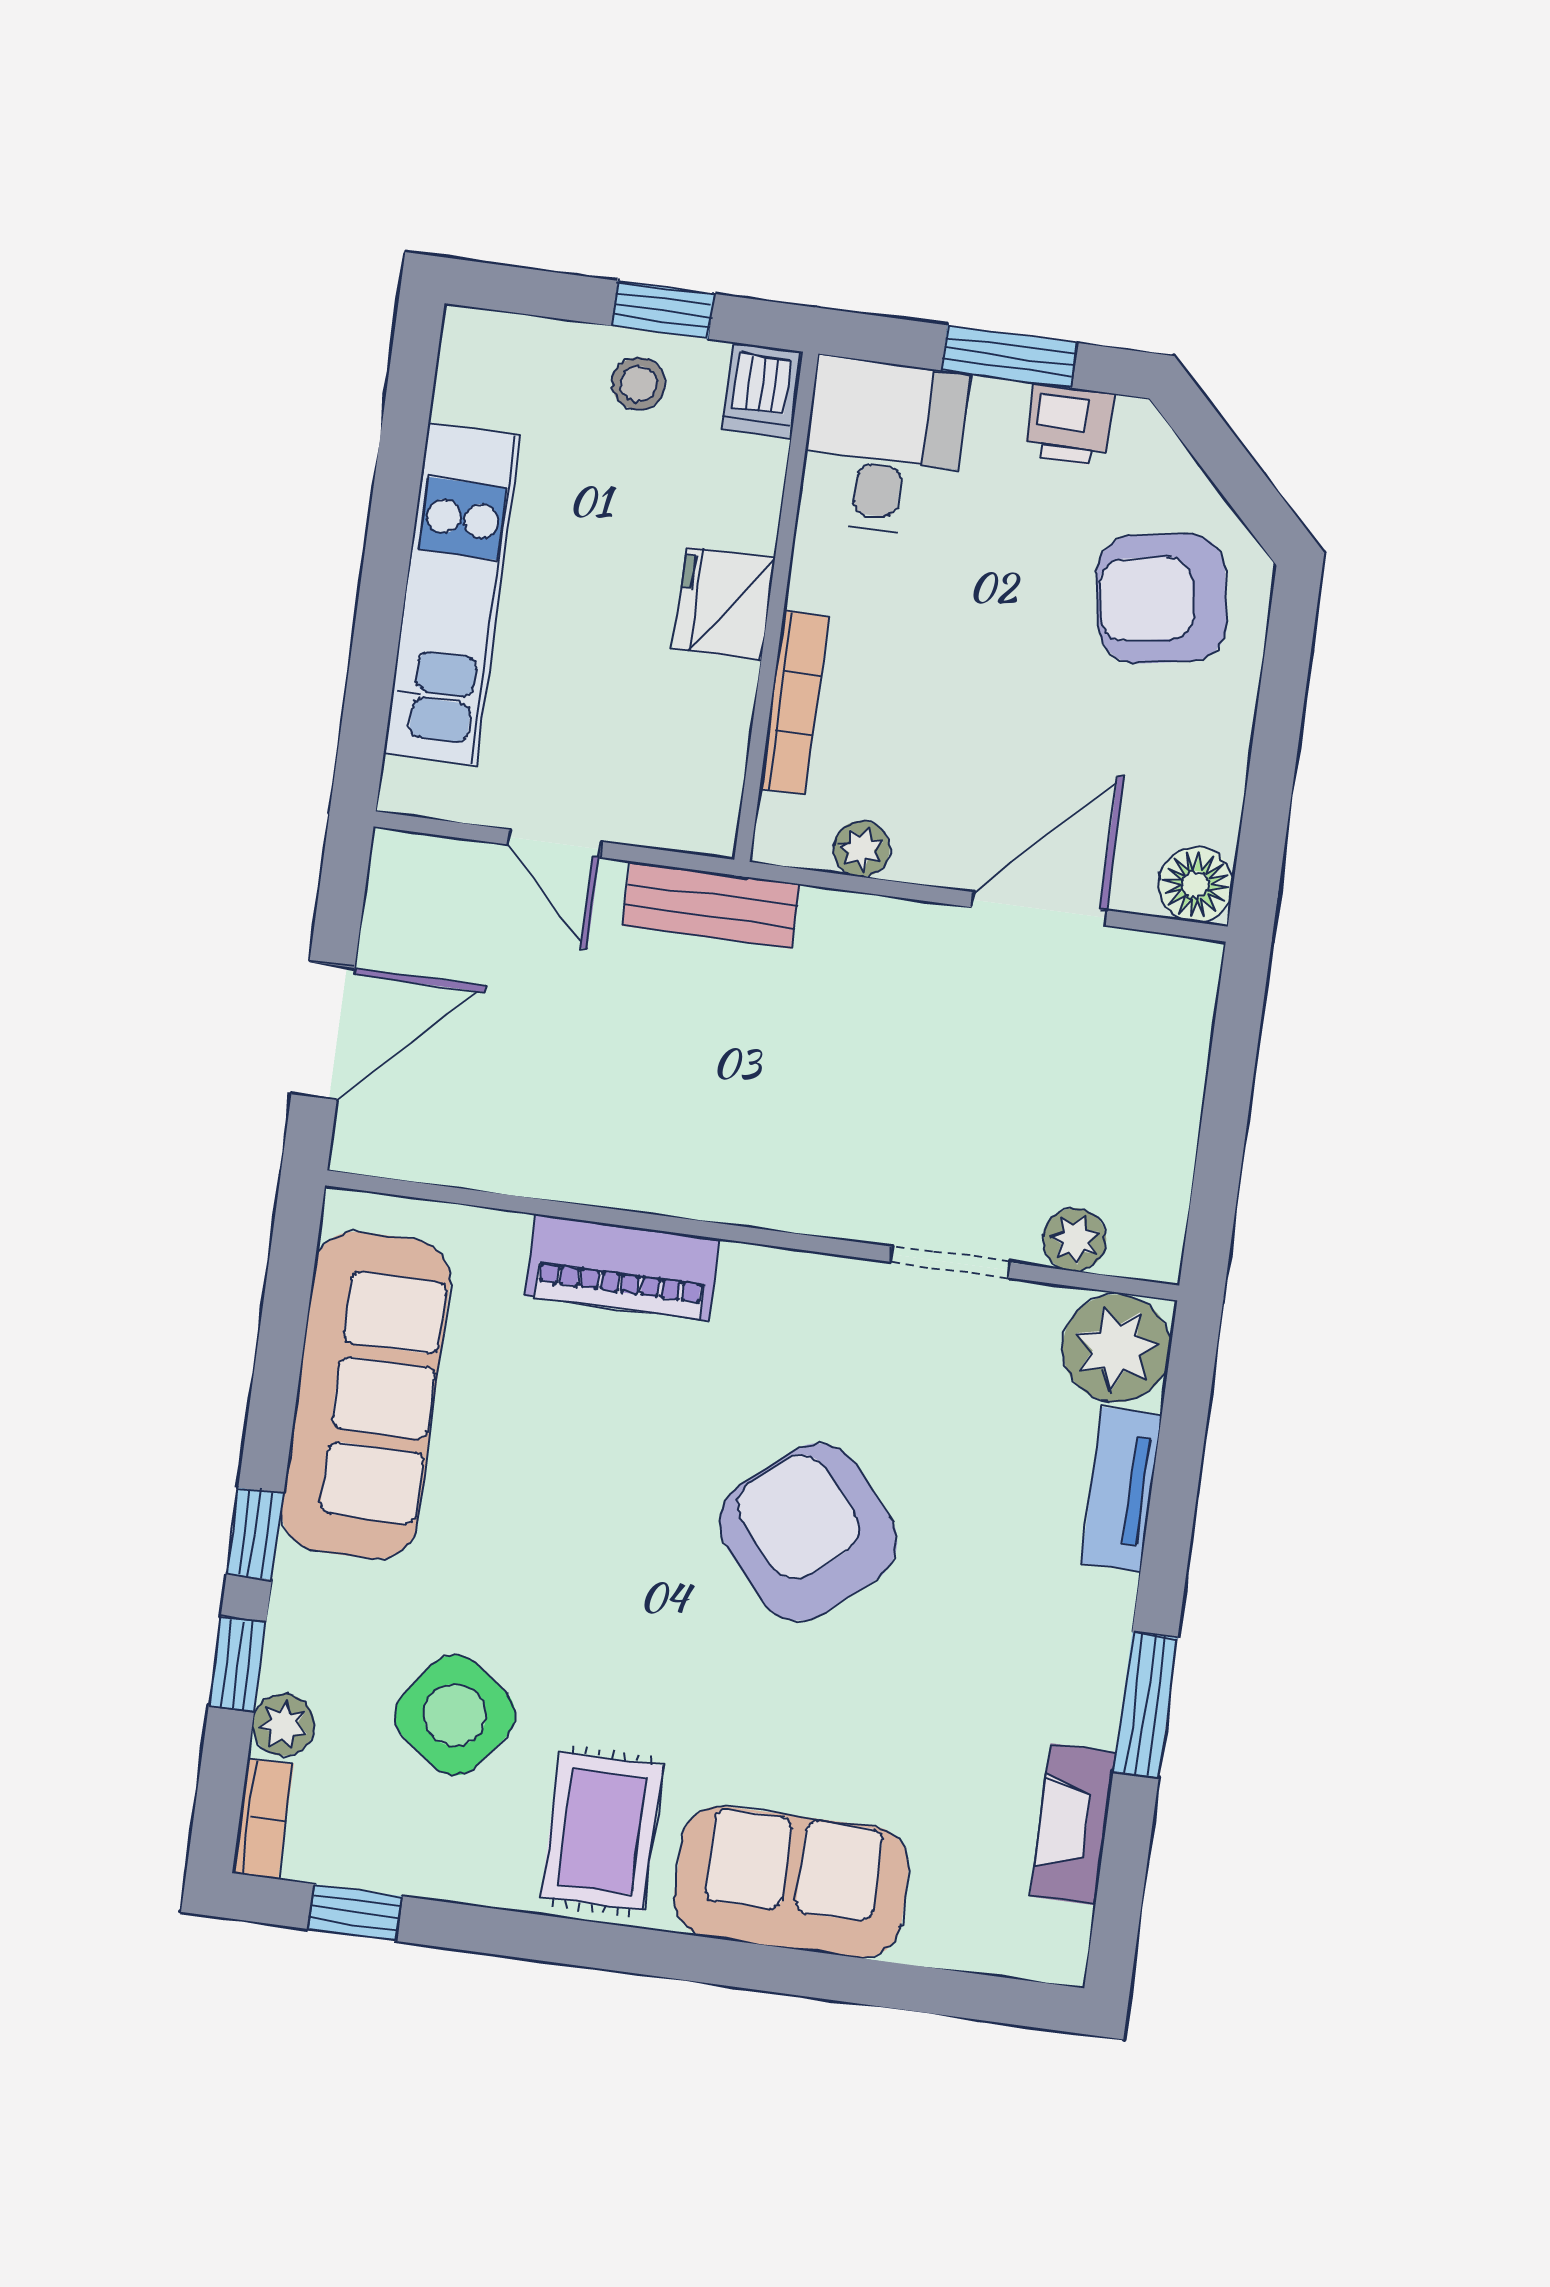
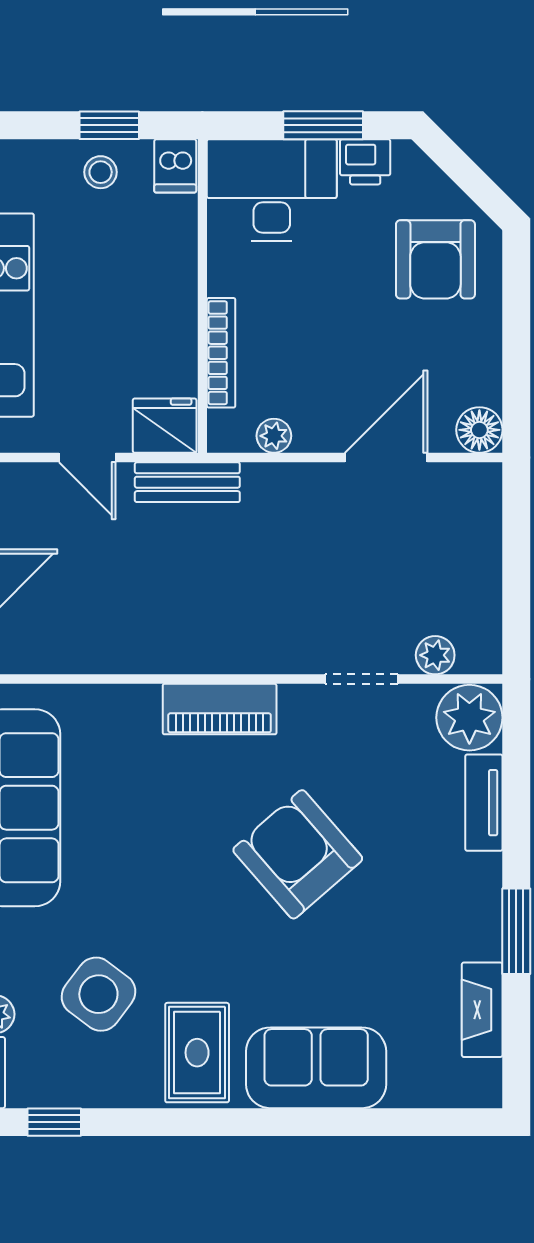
desk: (883, 446) -> (272, 190), width x1.37
armchair: (1162, 598) -> (435, 259), turned -80
fridge: (724, 604) -> (165, 426), moved, turned 90
piano: (622, 1267) -> (220, 709), moved

